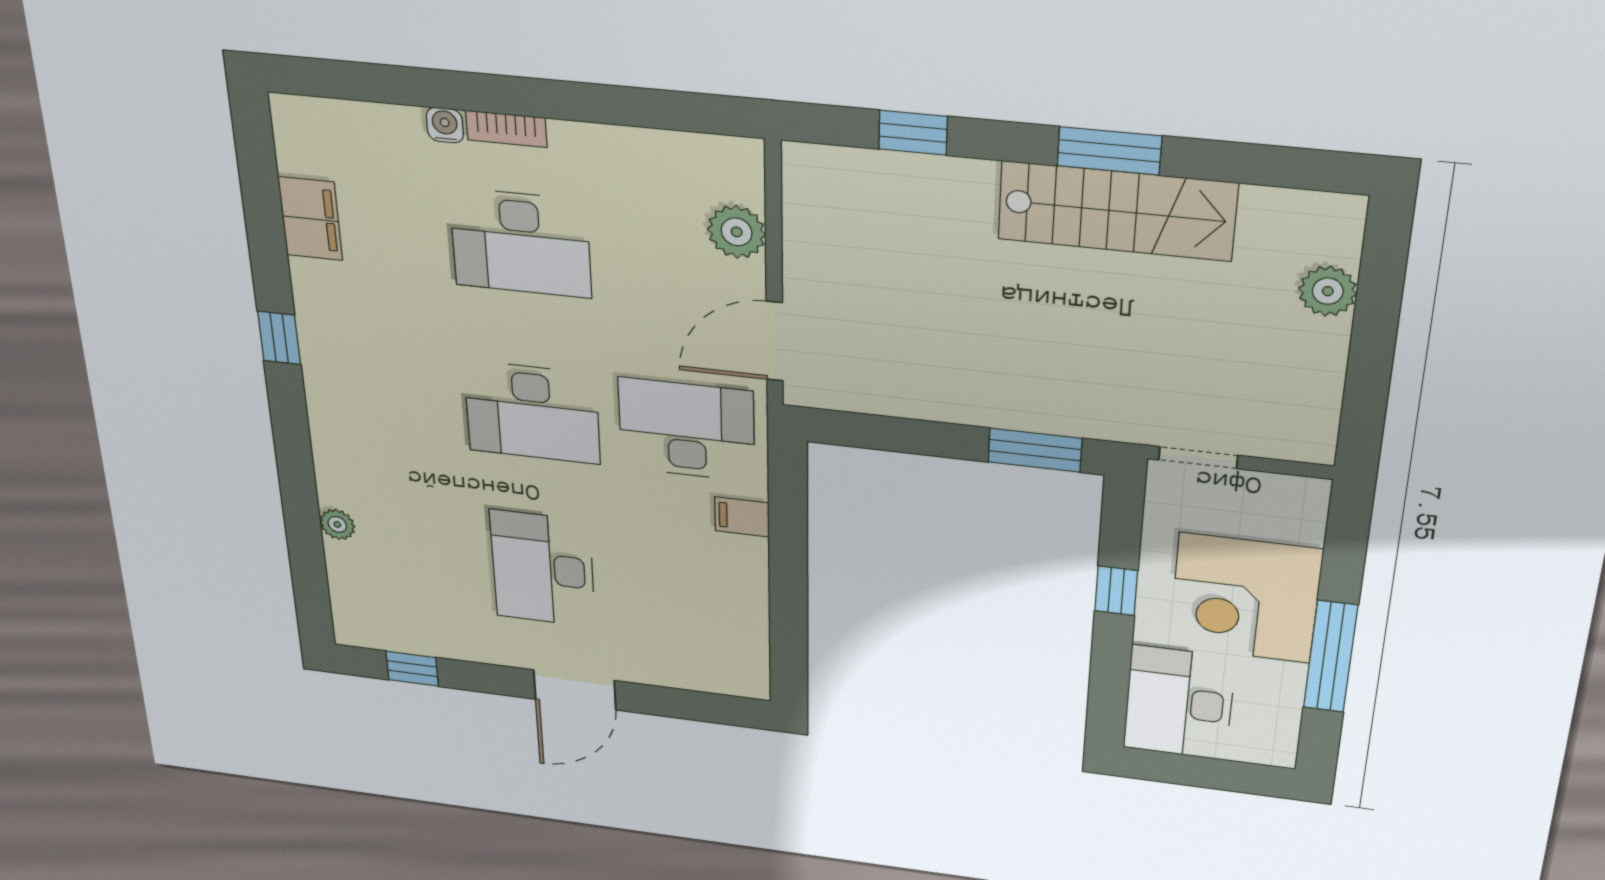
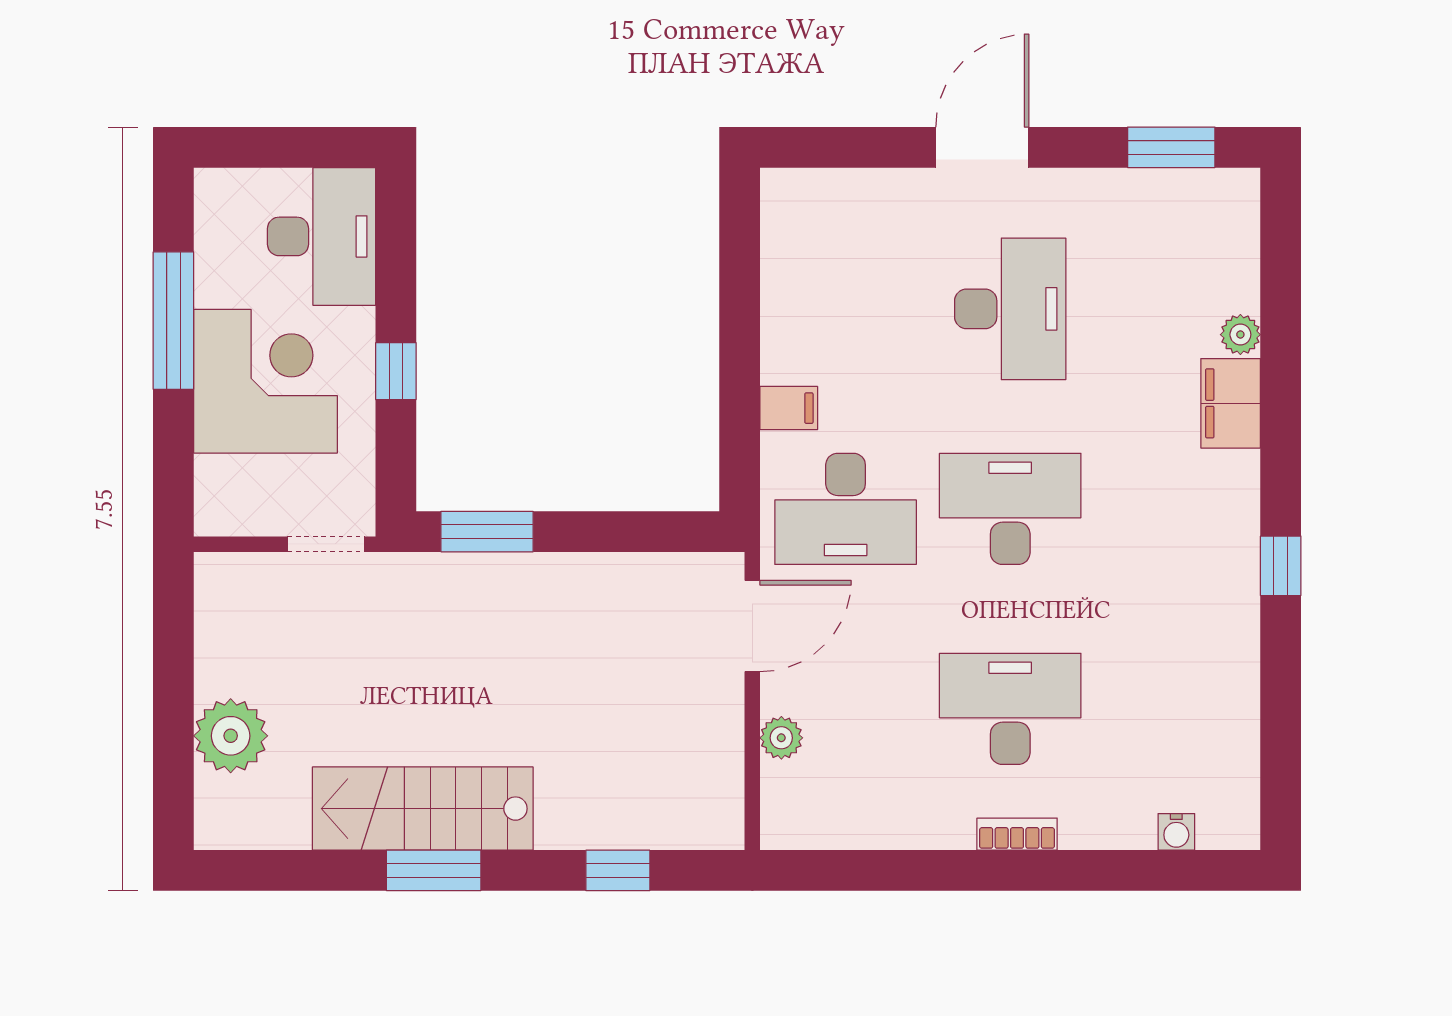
water cooler: (445, 125) -> (1176, 832), moved
filing cabinet: (310, 219) -> (1231, 403), moved
plant: (737, 232) -> (781, 738), width x0.73, depth x0.73
plant: (1328, 291) -> (231, 736), width x1.36, depth x1.36
window: (412, 669) -> (1171, 147), width x1.50

